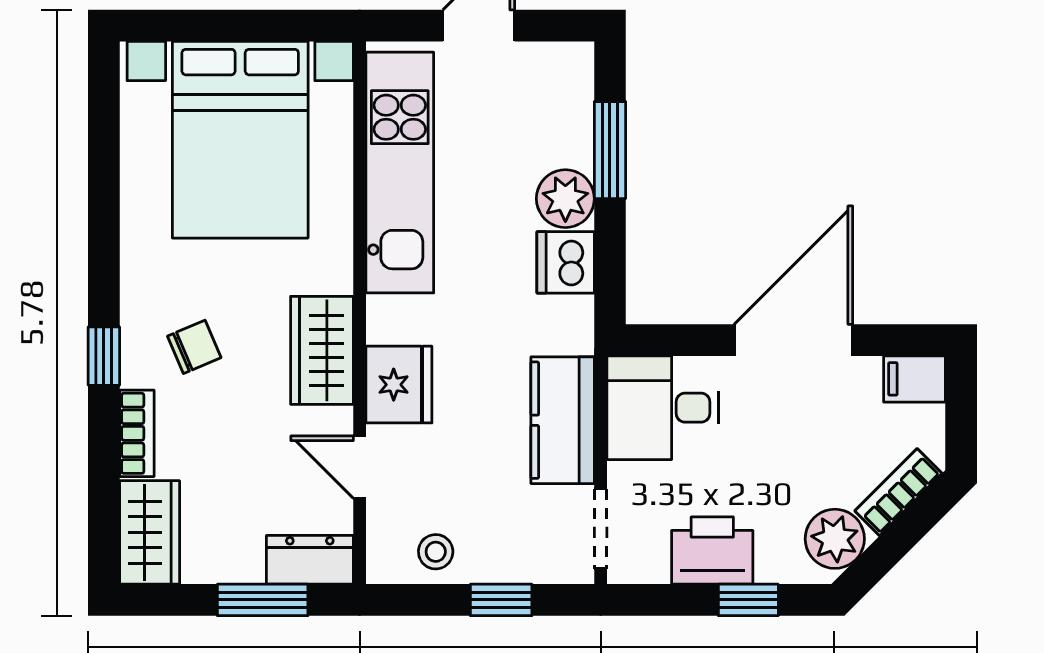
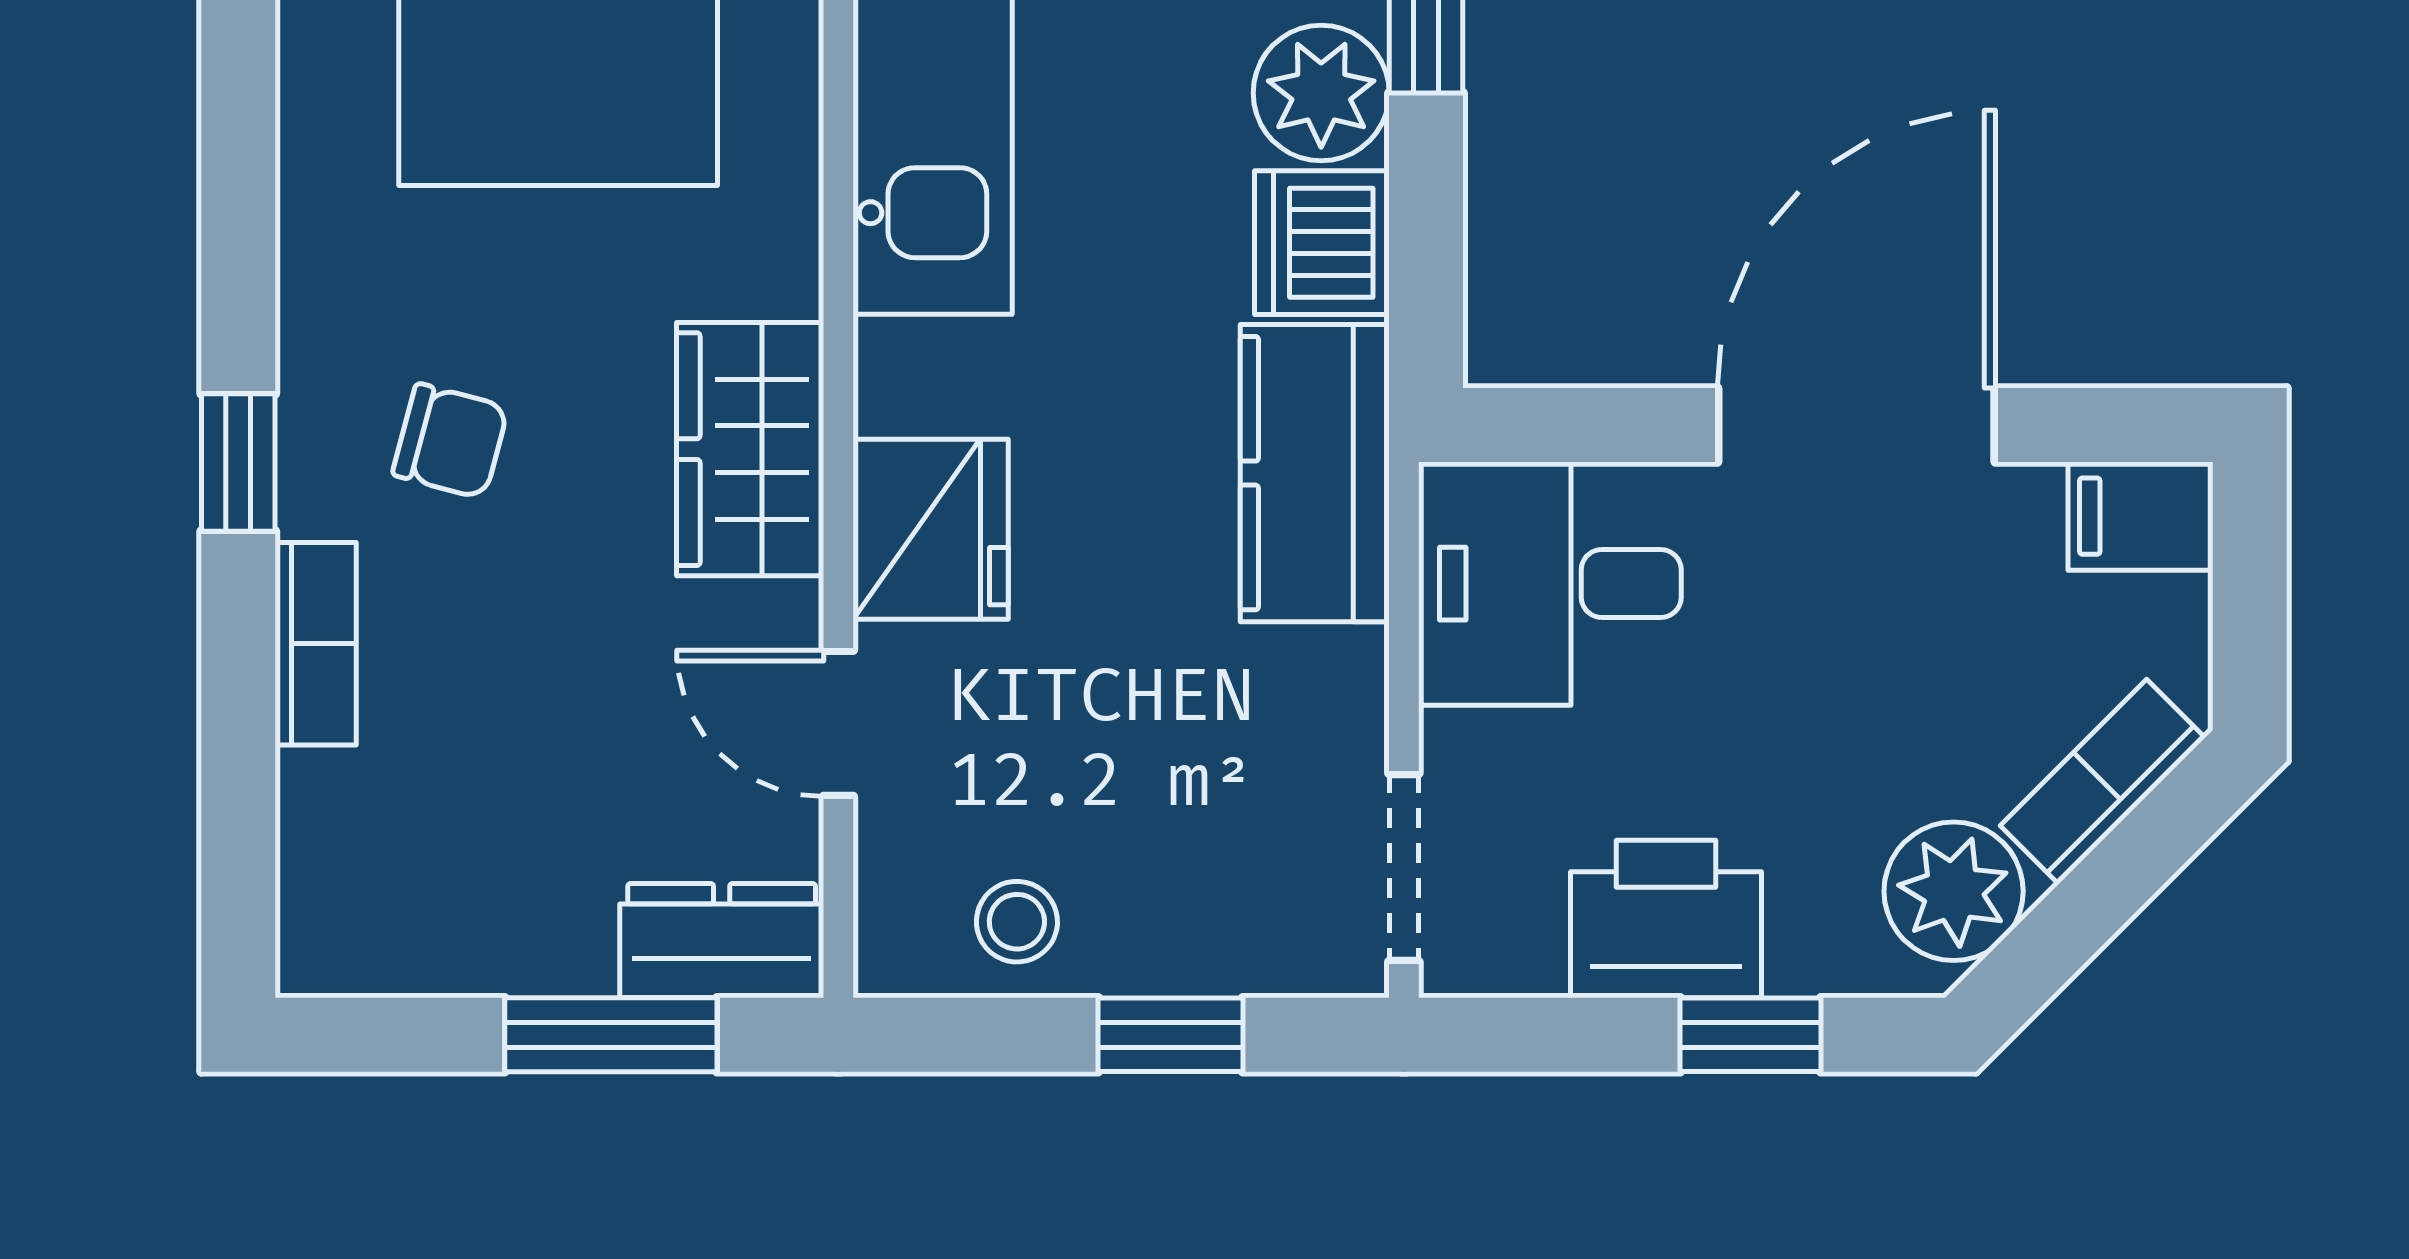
chair: (194, 347) -> (450, 441), turned 38
kitchen counter: (563, 420) -> (1315, 473), moved
wardrobe: (150, 532) -> (346, 876), removed

